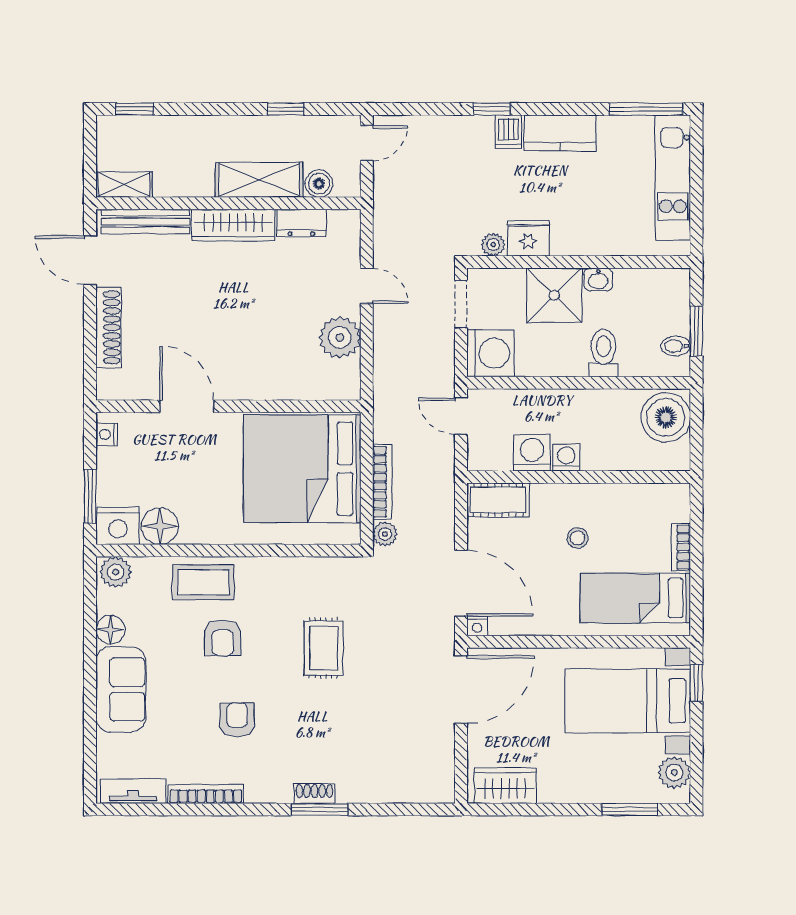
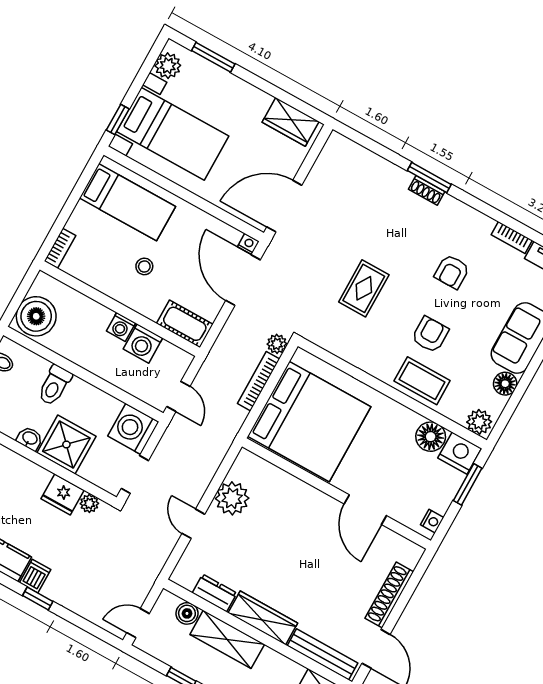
bookcase: (681, 547) -> (60, 248), moved
bookcase: (206, 794) -> (512, 238), width x0.64

